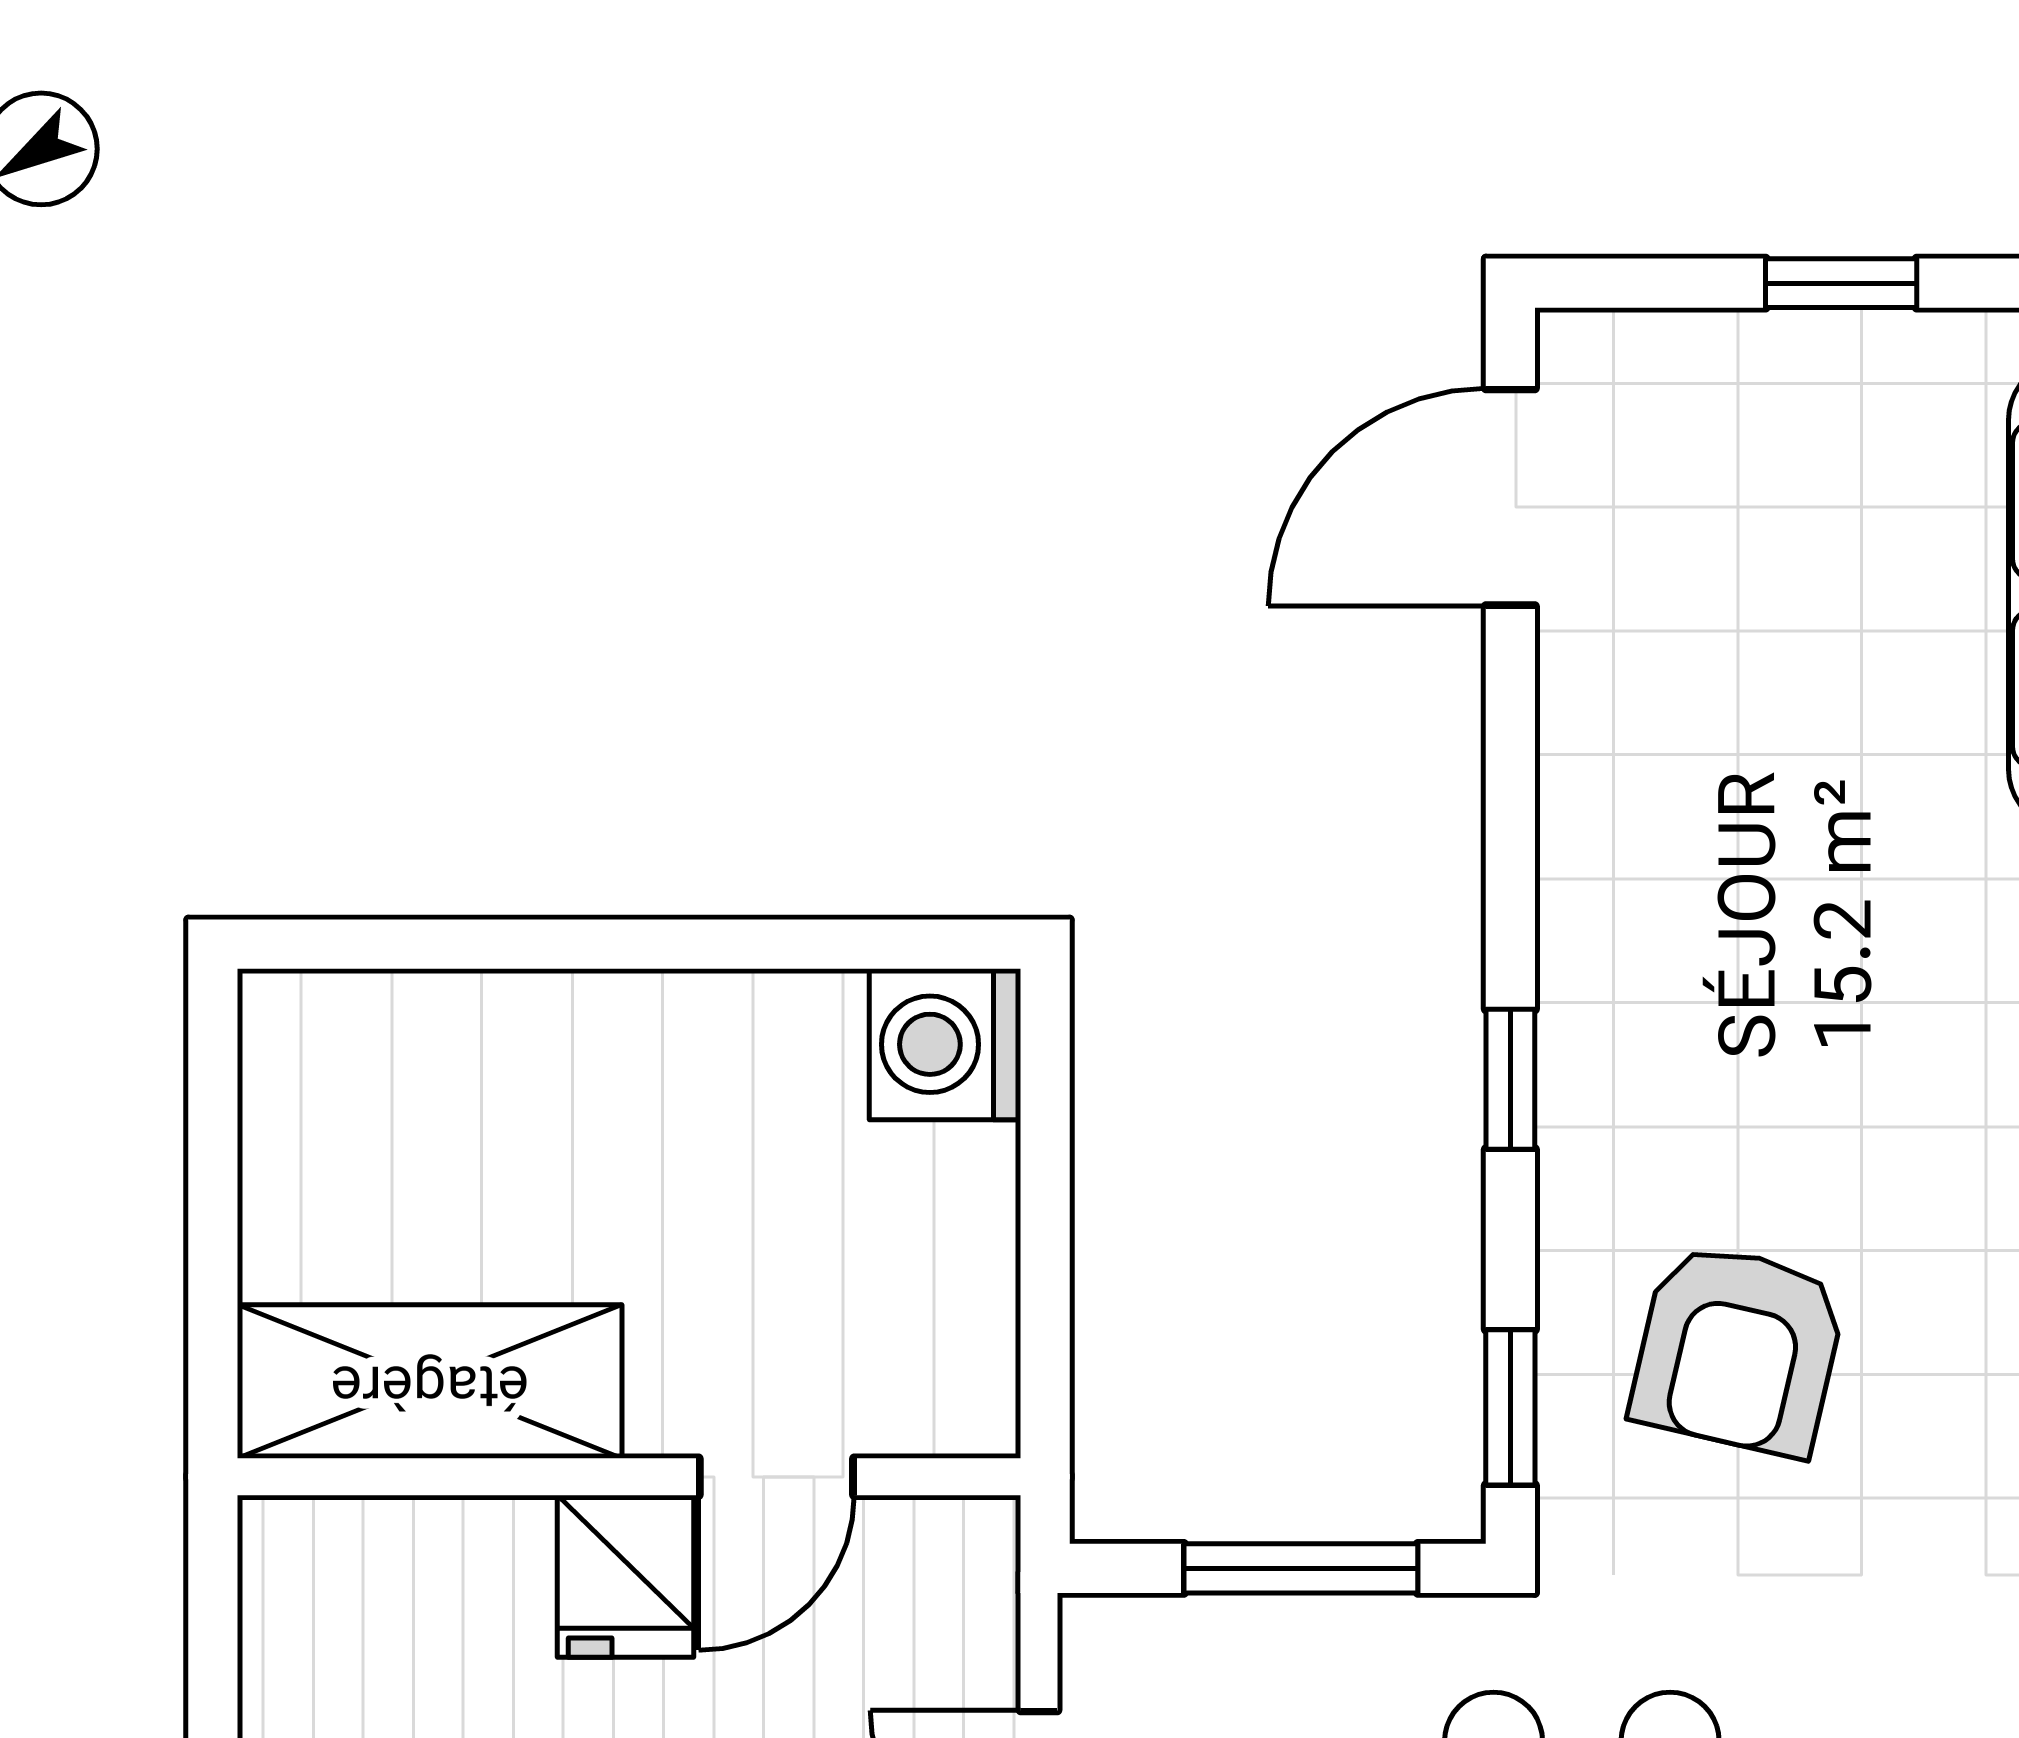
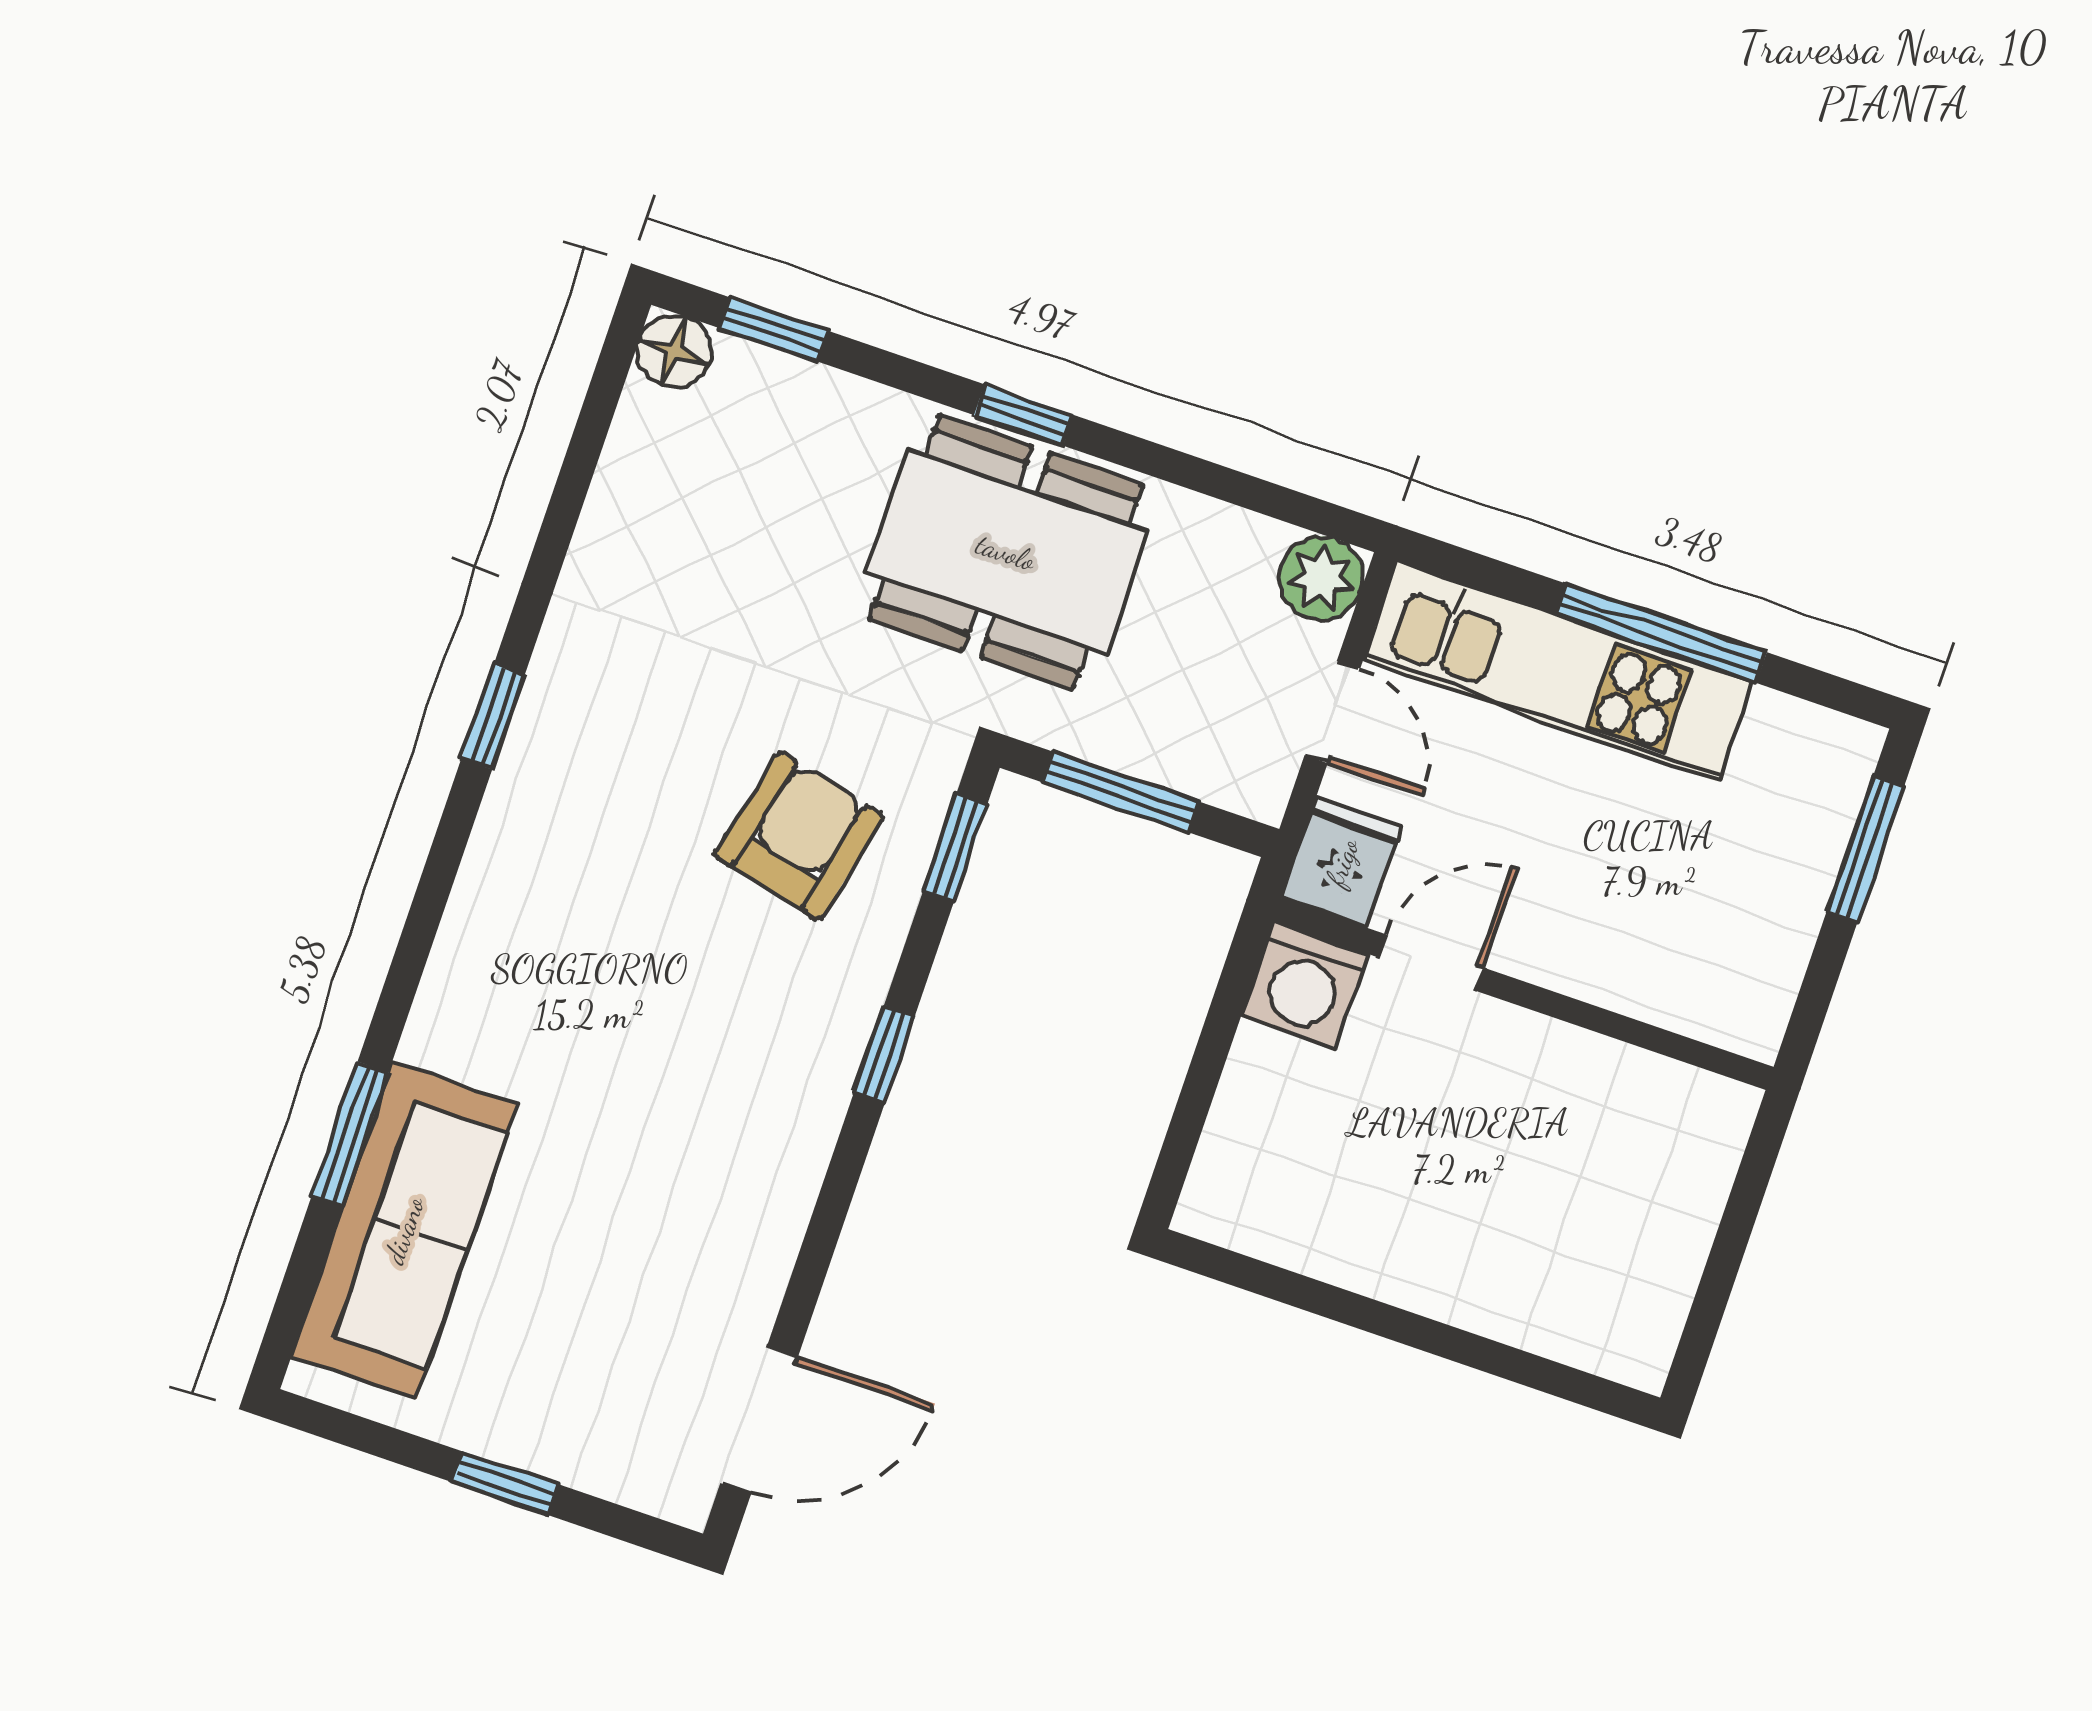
washing machine: (945, 1044) -> (1305, 985), moved, turned 90
shelving: (430, 1381) -> (1628, 1097), removed
fridge: (626, 1576) -> (1342, 862), moved

